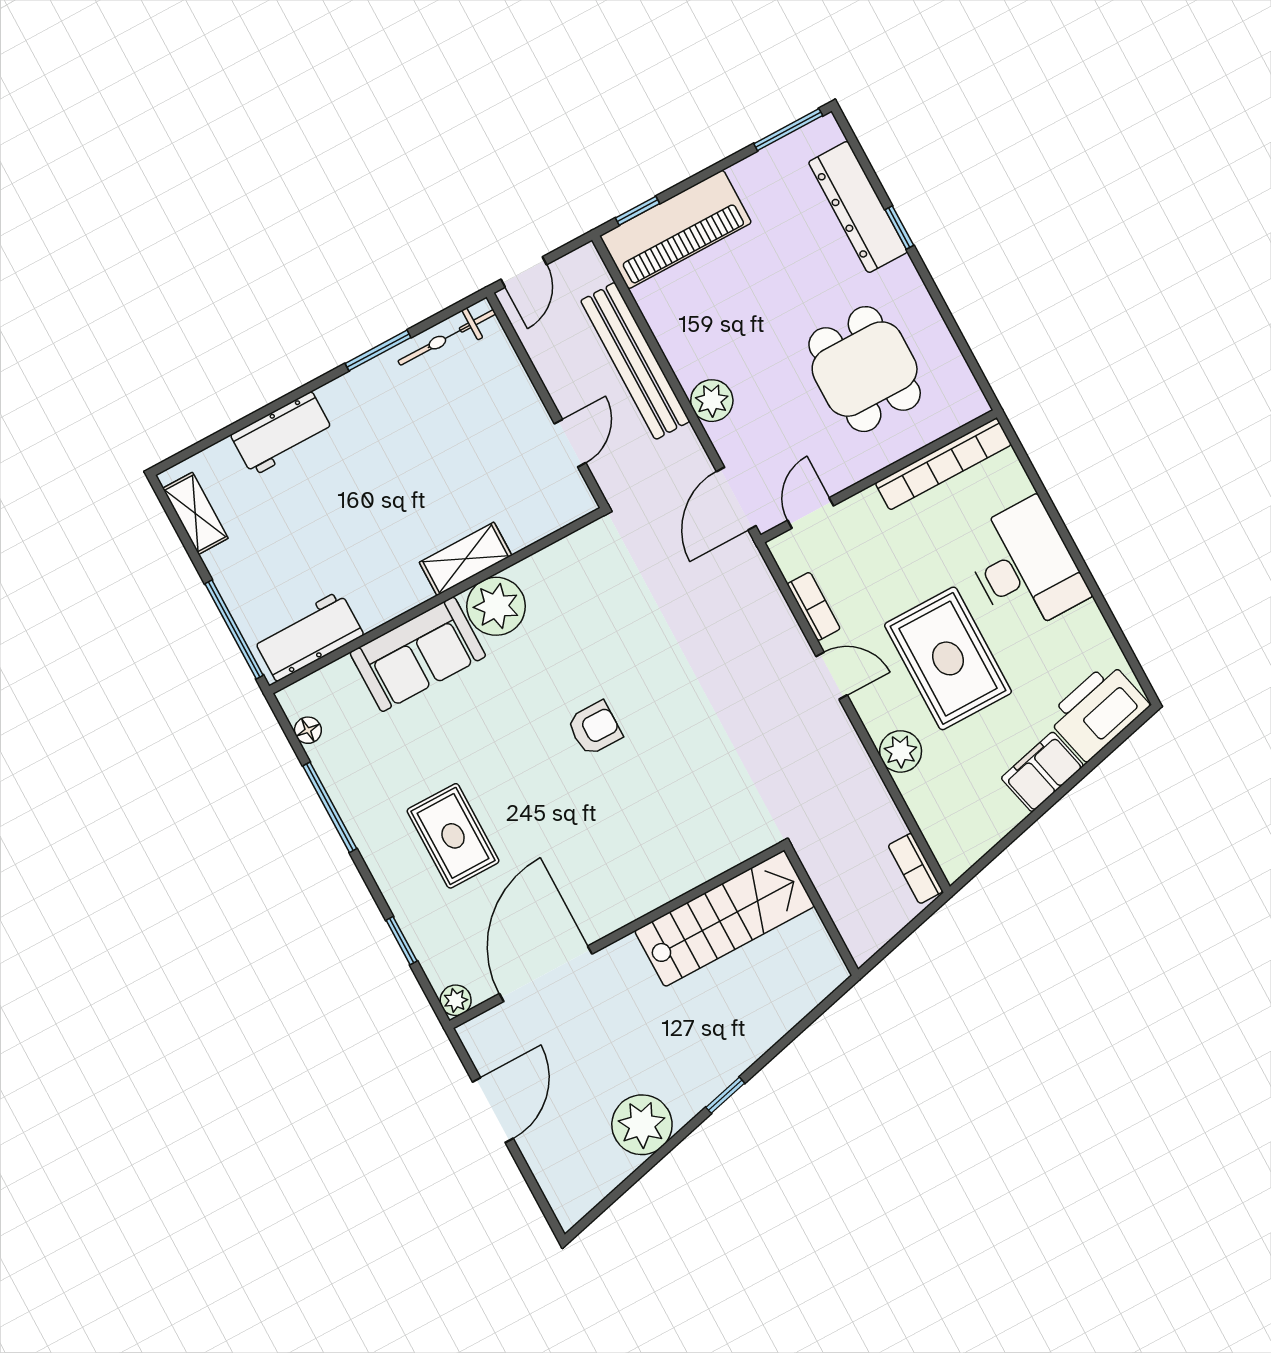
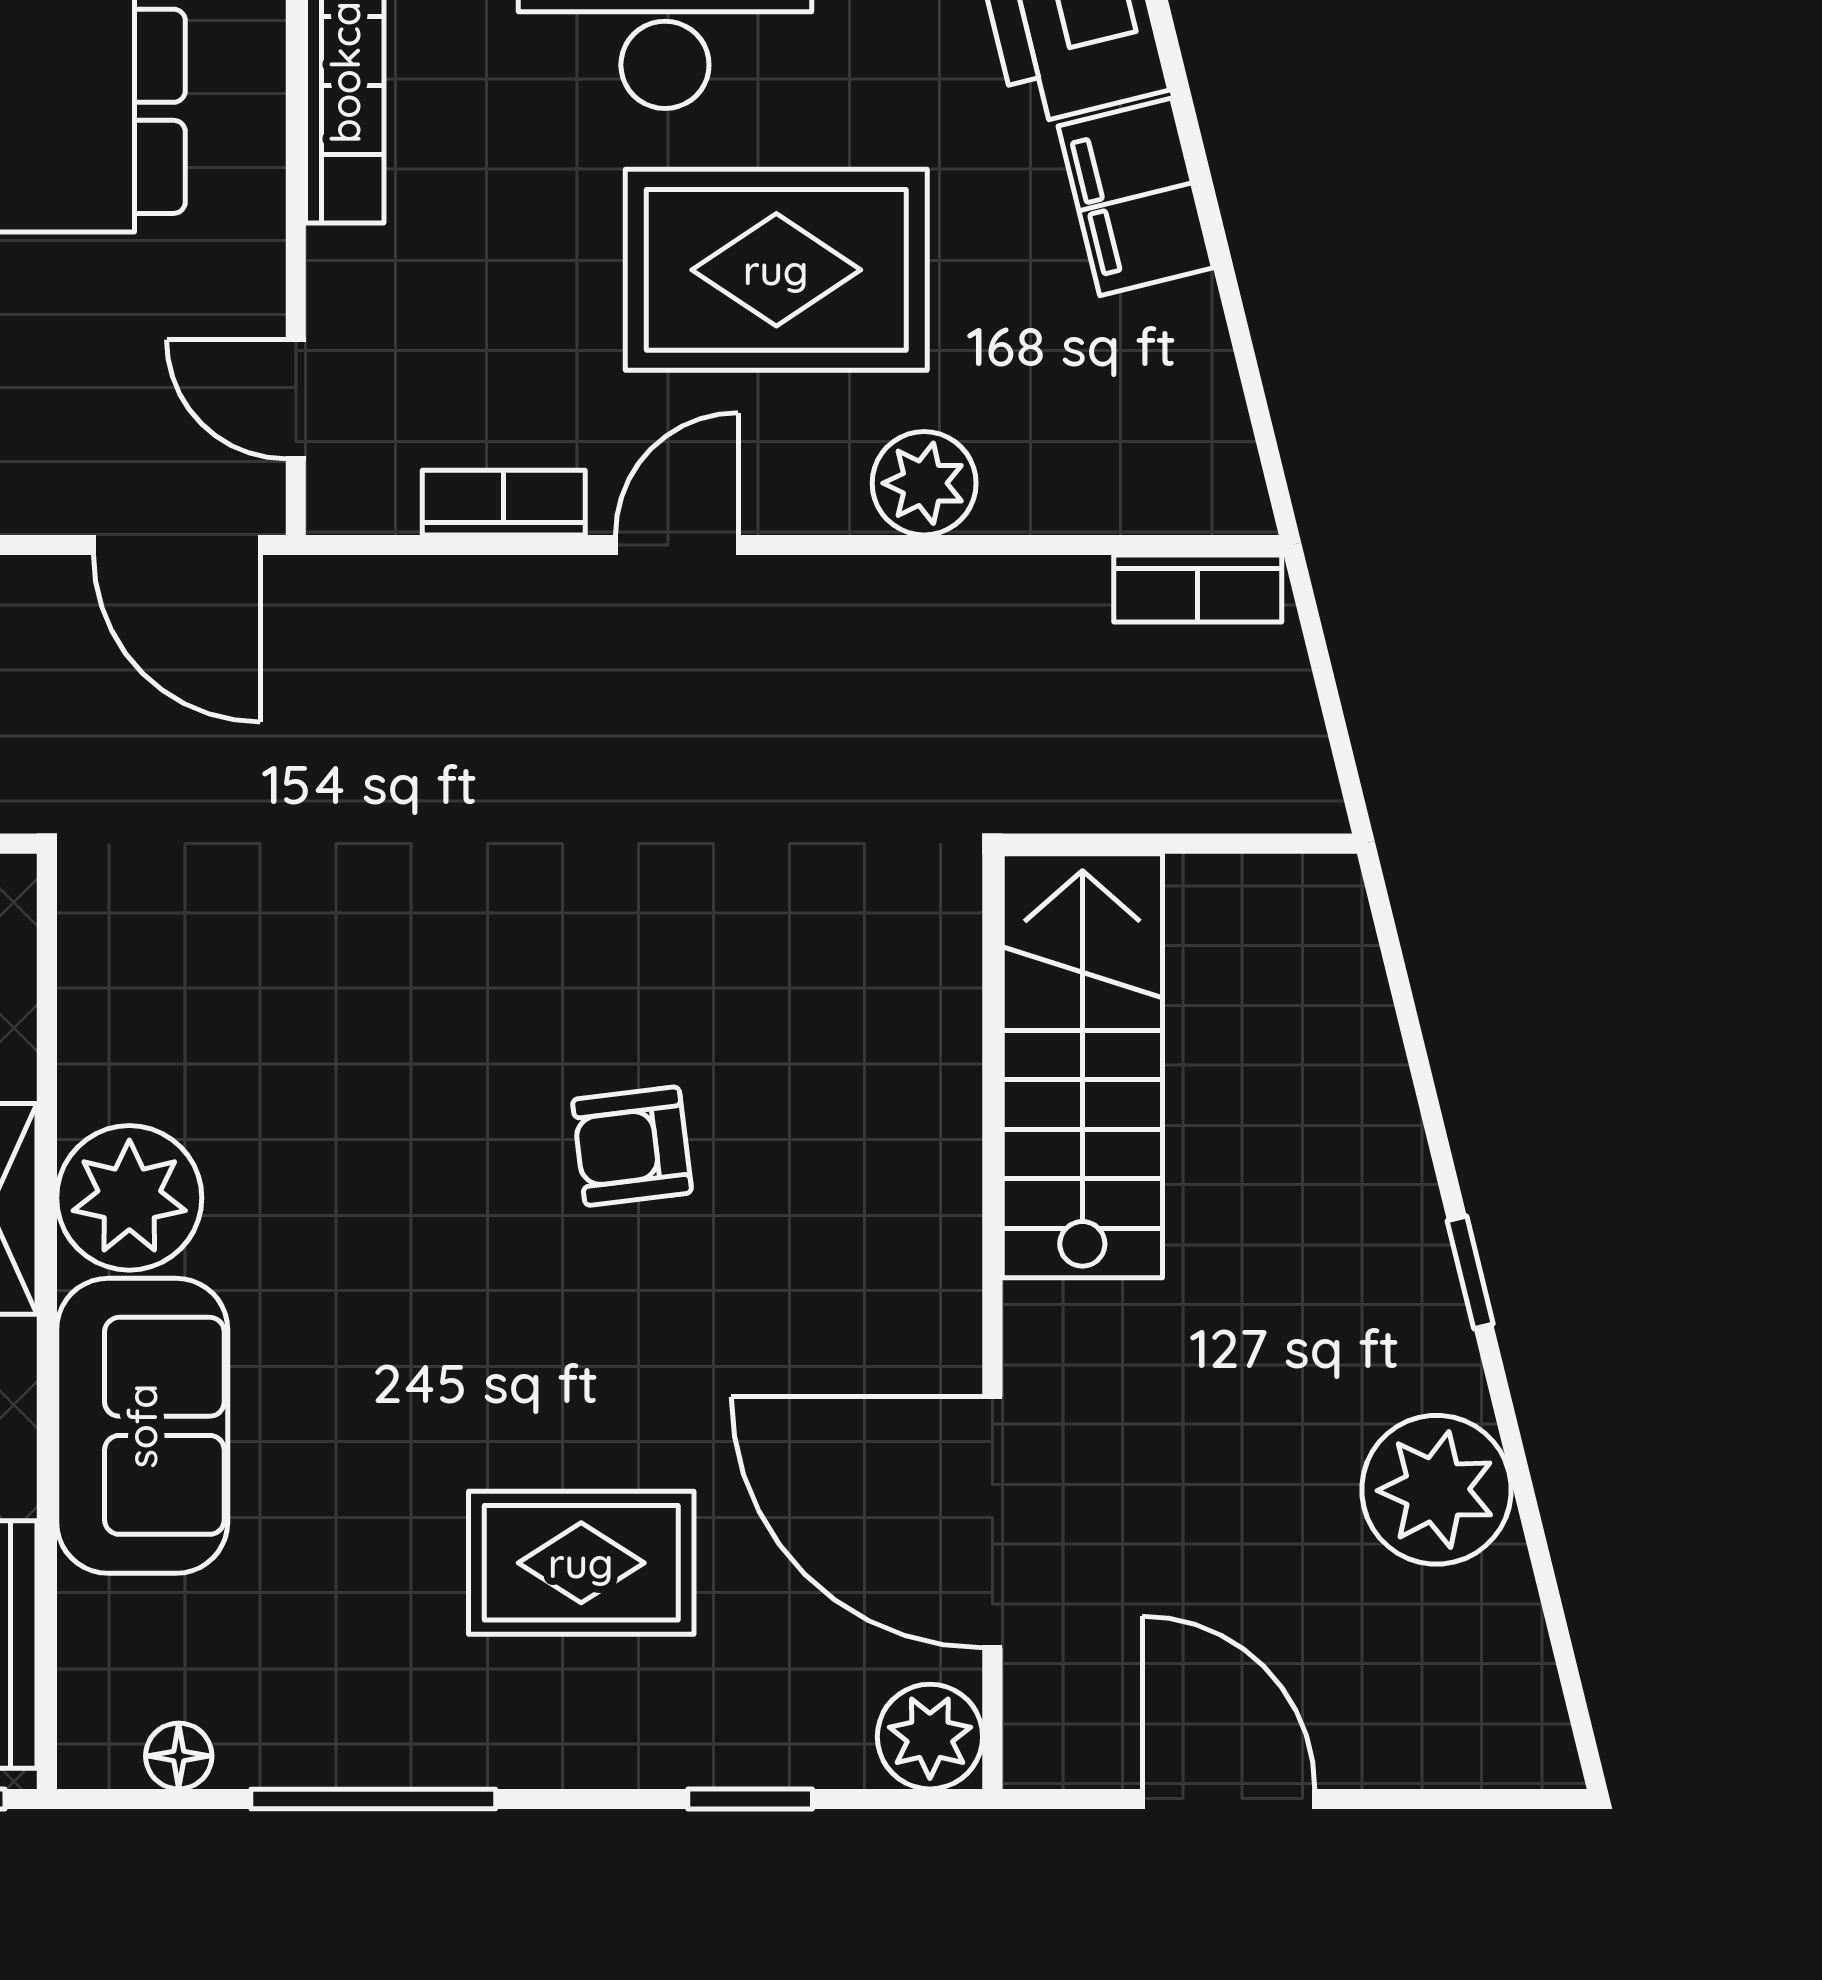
armchair: (595, 728) -> (632, 1146), moved, turned -97
plant: (456, 1000) -> (930, 1737), width x1.38, depth x1.38

